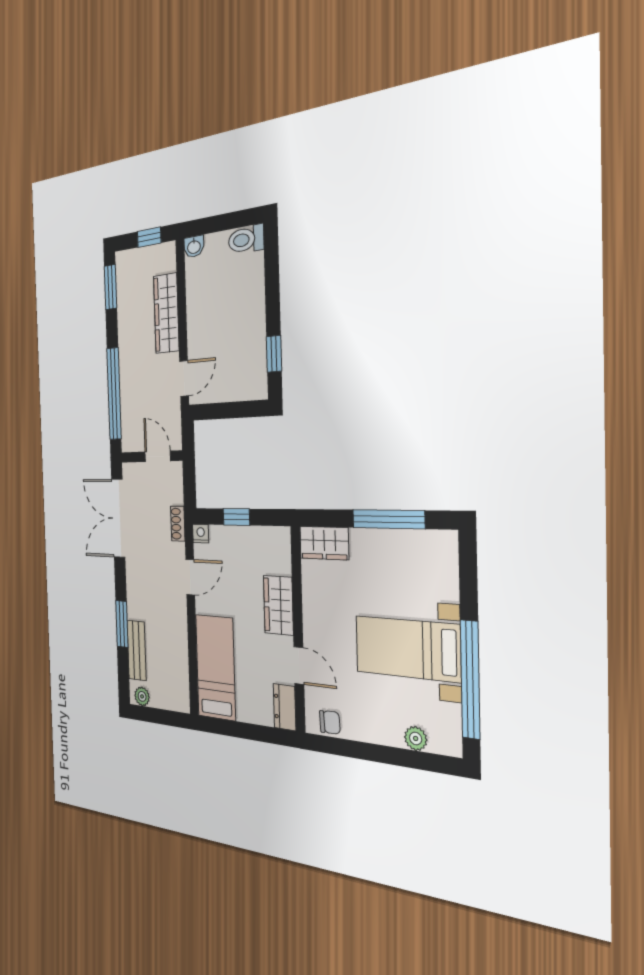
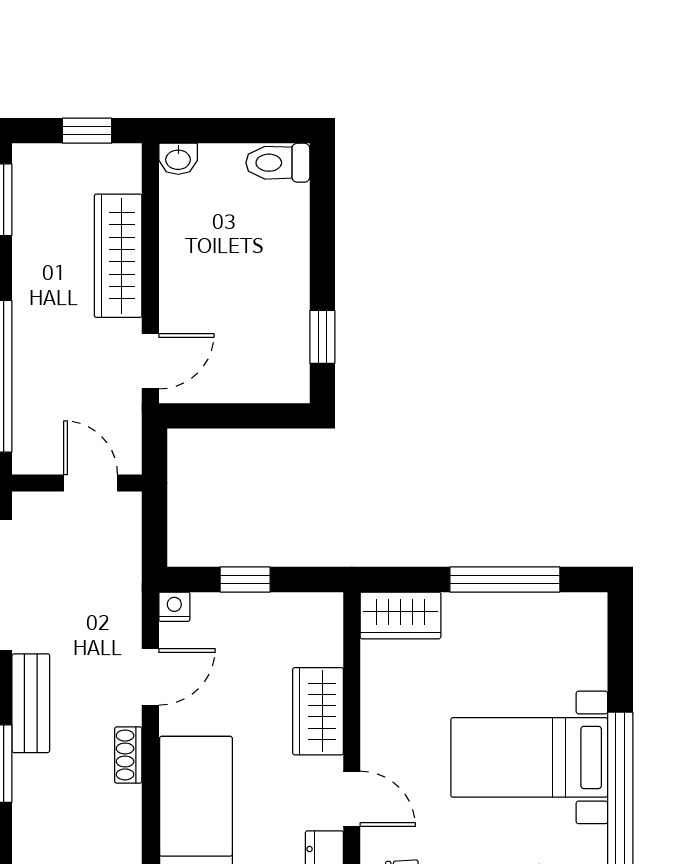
shoe rack: (178, 524) -> (128, 755), moved
bench: (137, 650) -> (31, 703), moved

